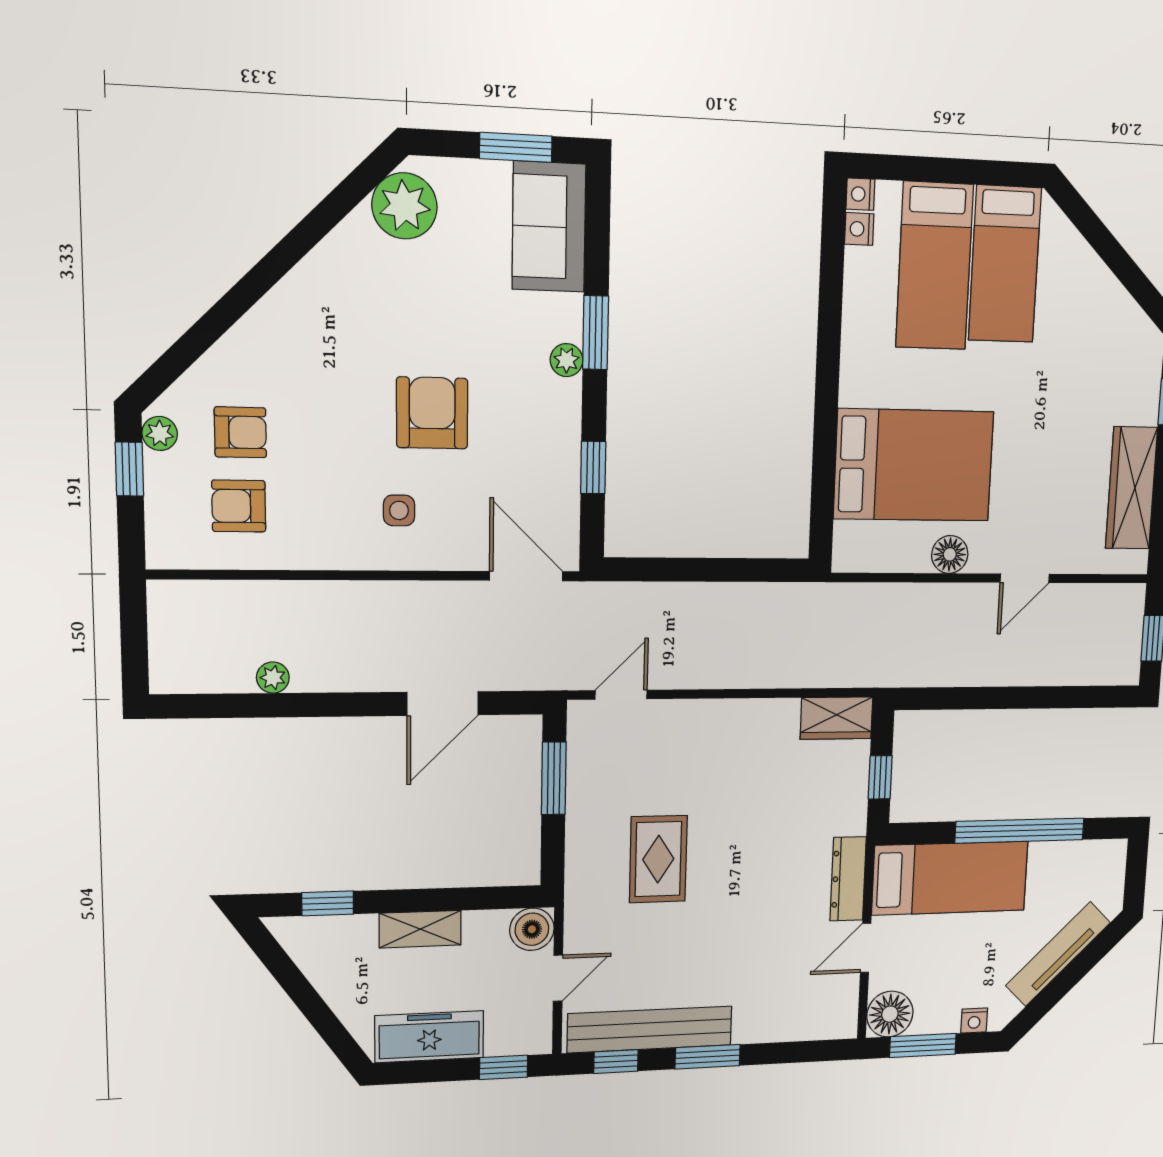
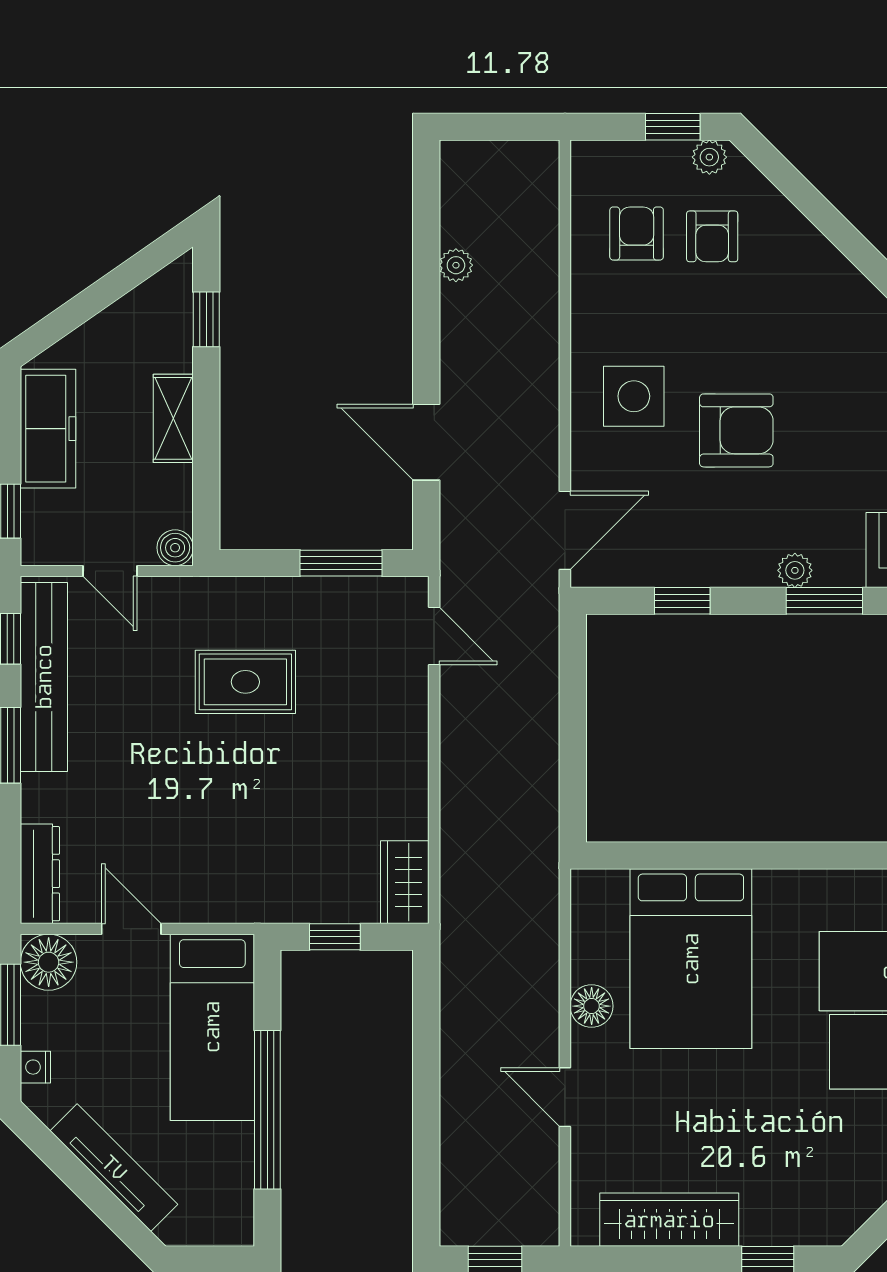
side table: (399, 510) -> (634, 396), width x1.87, depth x1.87
dresser: (848, 879) -> (40, 874), moved, turned 90
boiler: (532, 929) -> (175, 548), width x0.73, depth x0.73

